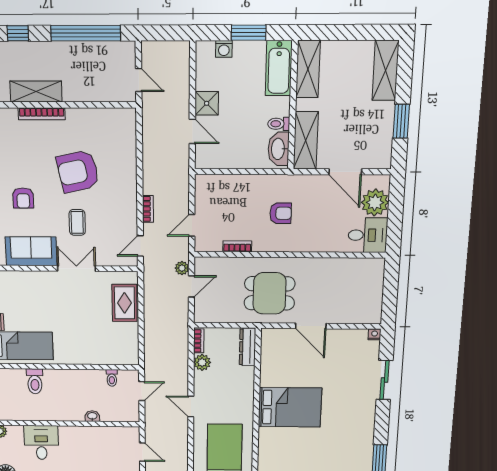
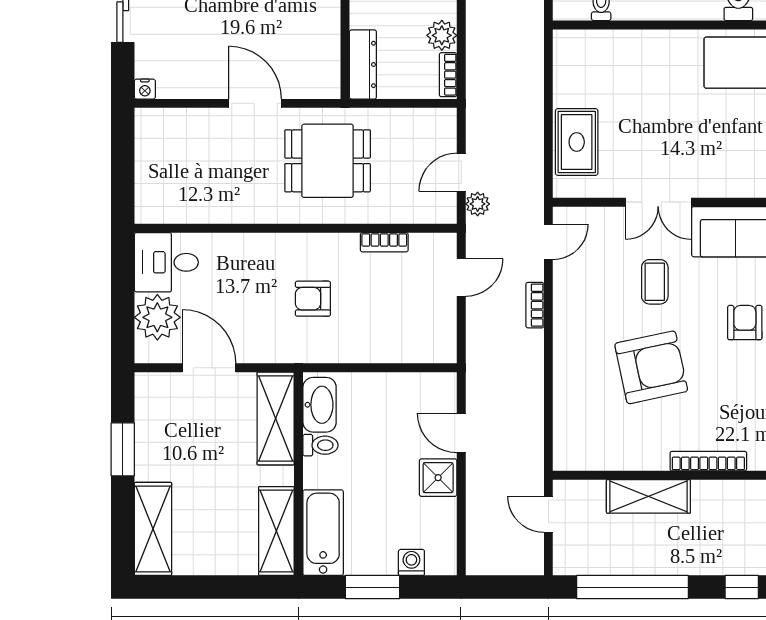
shelving: (36, 92) -> (648, 496), moved

